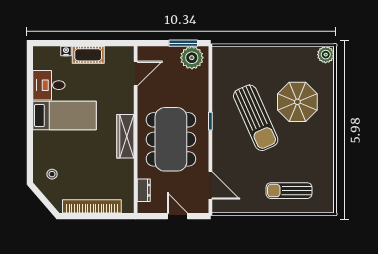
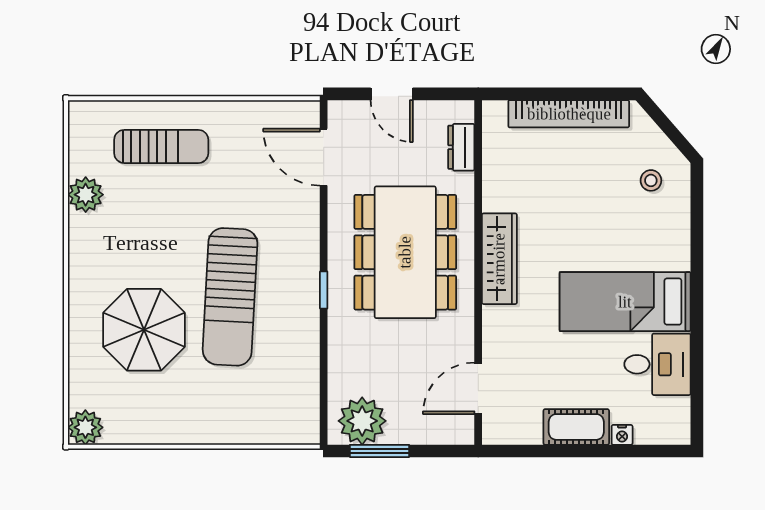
sun lounger: (256, 118) -> (230, 297), turned -153
plant: (326, 167) -> (86, 195), added

